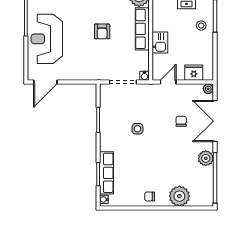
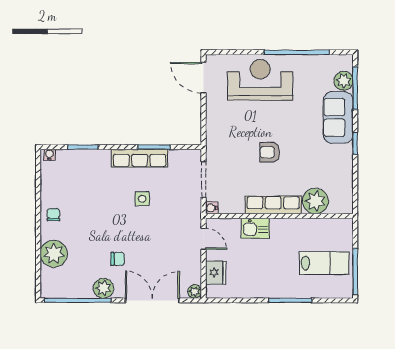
stool: (201, 26) -> (278, 282), removed
chair: (181, 121) -> (118, 259), moved
row of seats: (107, 173) -> (140, 158), moved

